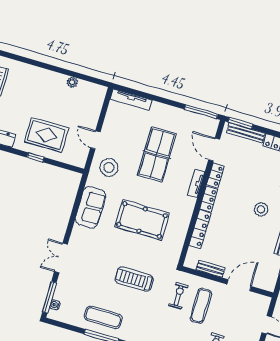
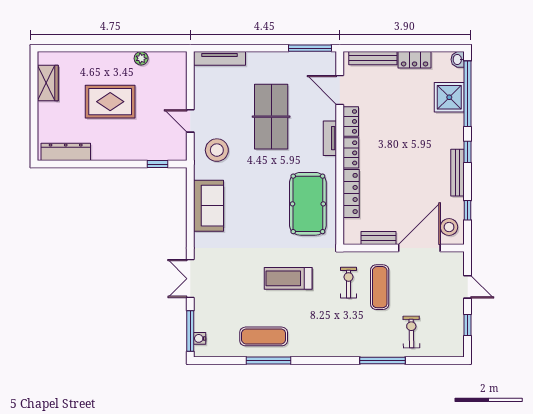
window: (240, 123) -> (363, 48), removed
rug: (47, 135) -> (110, 102), moved
window: (36, 157) -> (157, 164), moved
stool: (261, 209) -> (449, 227), moved
pool table: (142, 220) -> (308, 204), moved, turned 90
door: (239, 285) -> (419, 248), width x1.36

